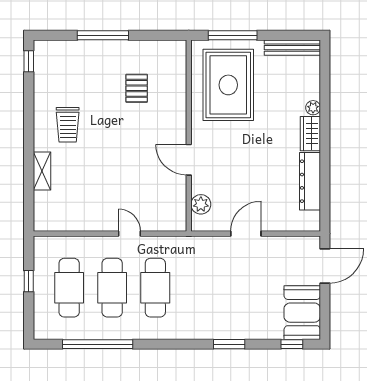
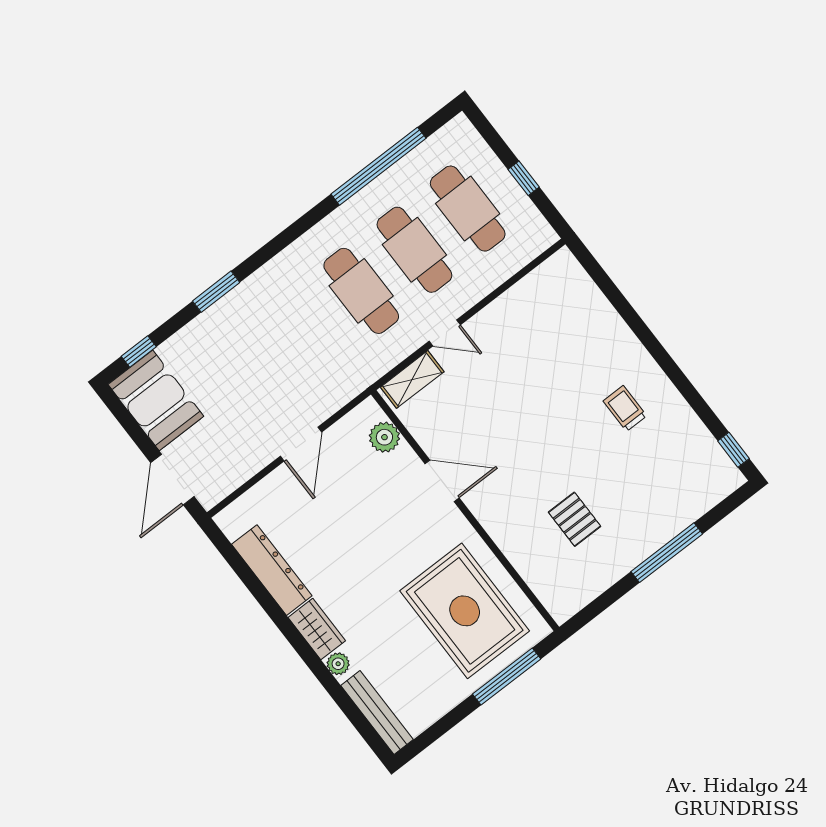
bench: (292, 48) -> (377, 712), moved, turned 90
trolley: (68, 125) -> (625, 408), width x0.73, depth x0.72
shelving: (42, 171) -> (412, 379), moved, turned 90

